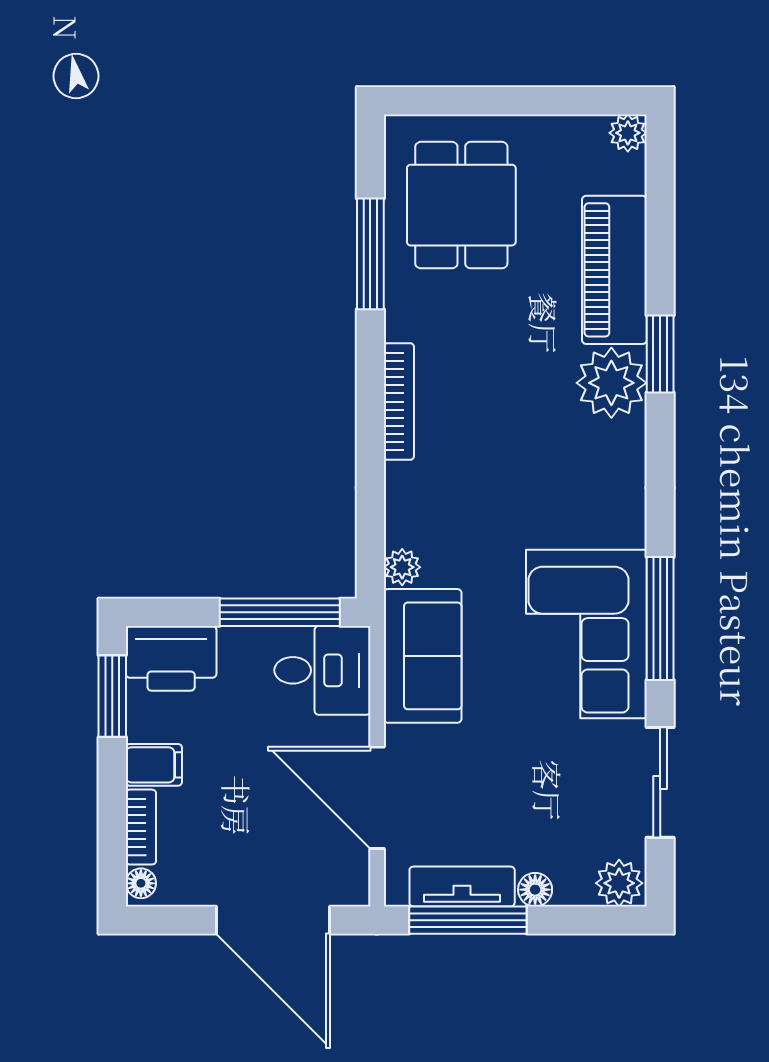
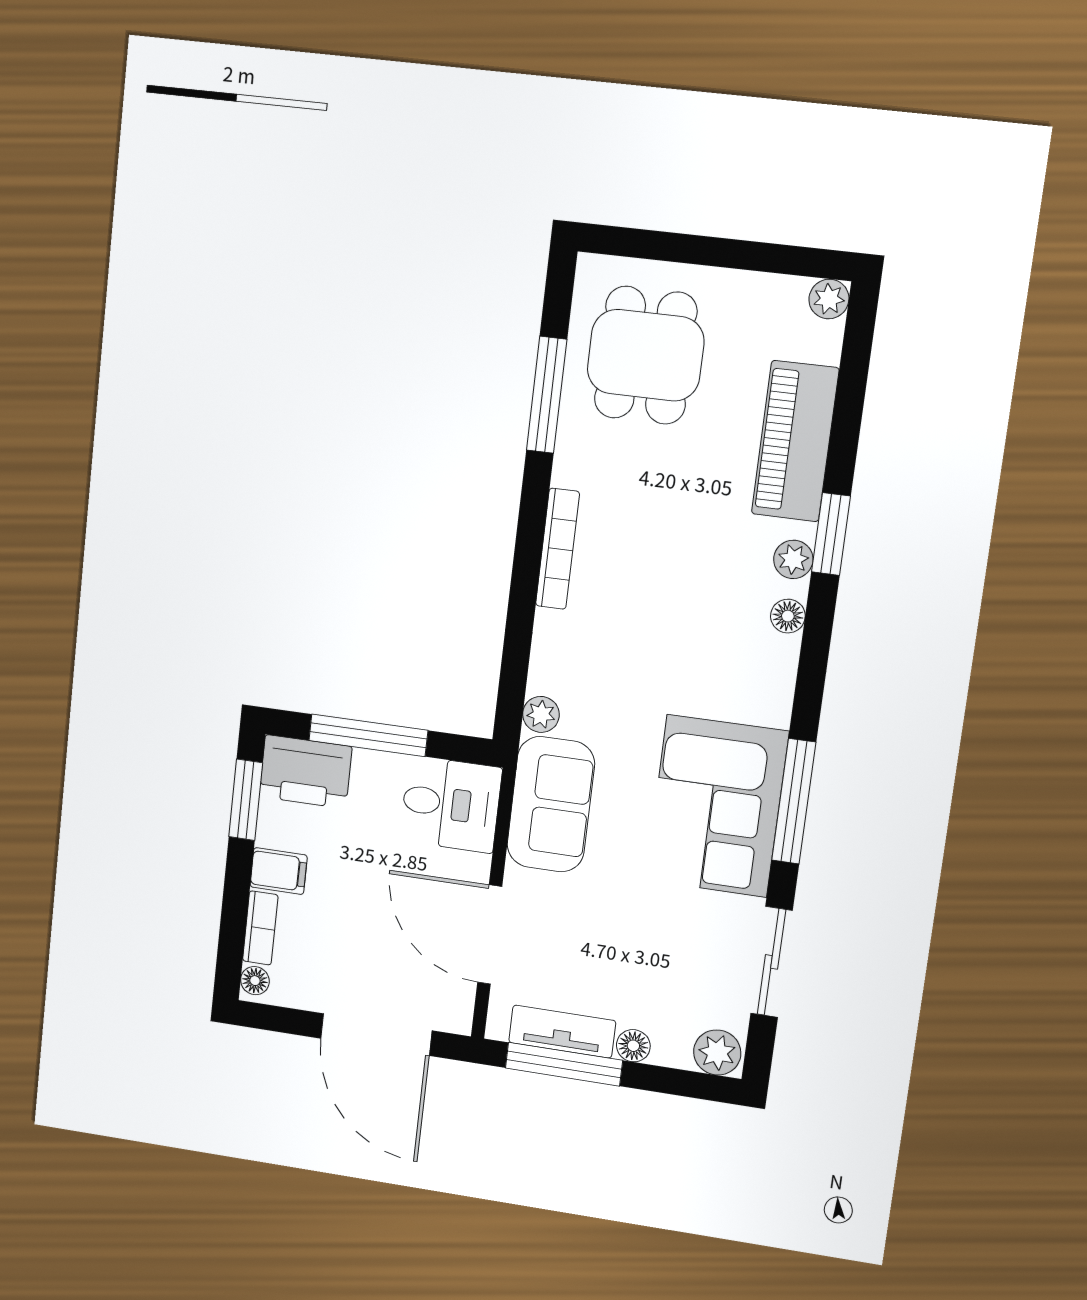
plant: (611, 383) -> (793, 559), width x0.53, depth x0.53
floor lamp: (630, 438) -> (788, 616), added
window: (280, 612) -> (368, 735), moved

